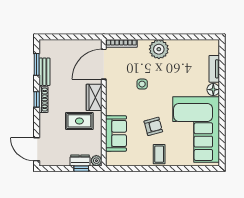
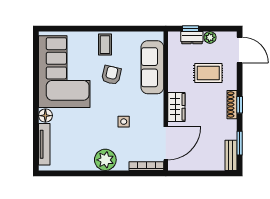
tv unit: (214, 69) -> (44, 144), width x1.41
bench: (44, 72) -> (231, 155), moved
rug: (79, 121) -> (208, 73), moved
armchair: (153, 126) -> (111, 75), turned 118
sofa: (116, 133) -> (152, 67), width x1.36
plant: (96, 161) -> (210, 37), moved

